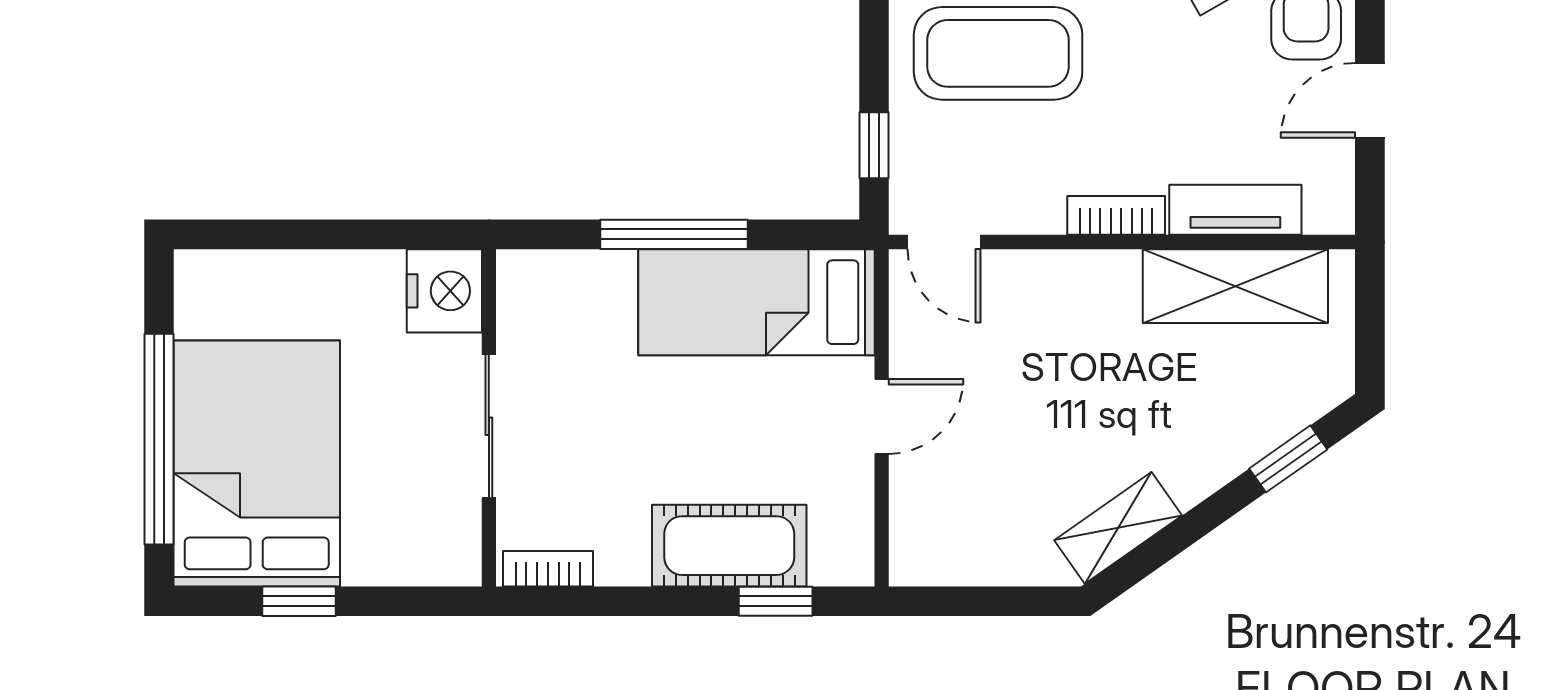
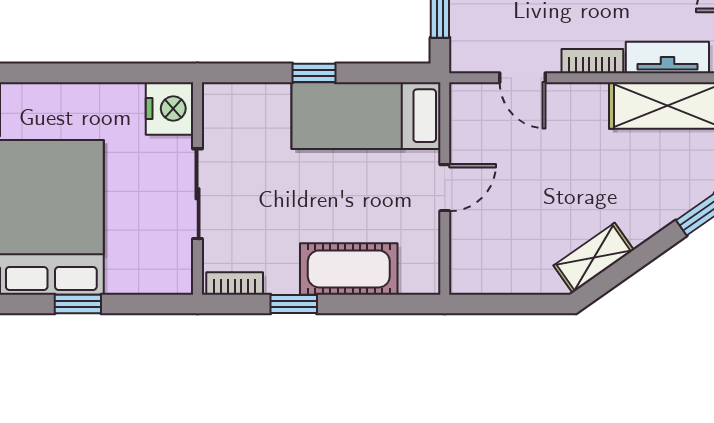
window: (674, 234) -> (314, 73), width x0.46
door: (944, 242) -> (523, 78), moved
window: (776, 601) -> (294, 304), moved

